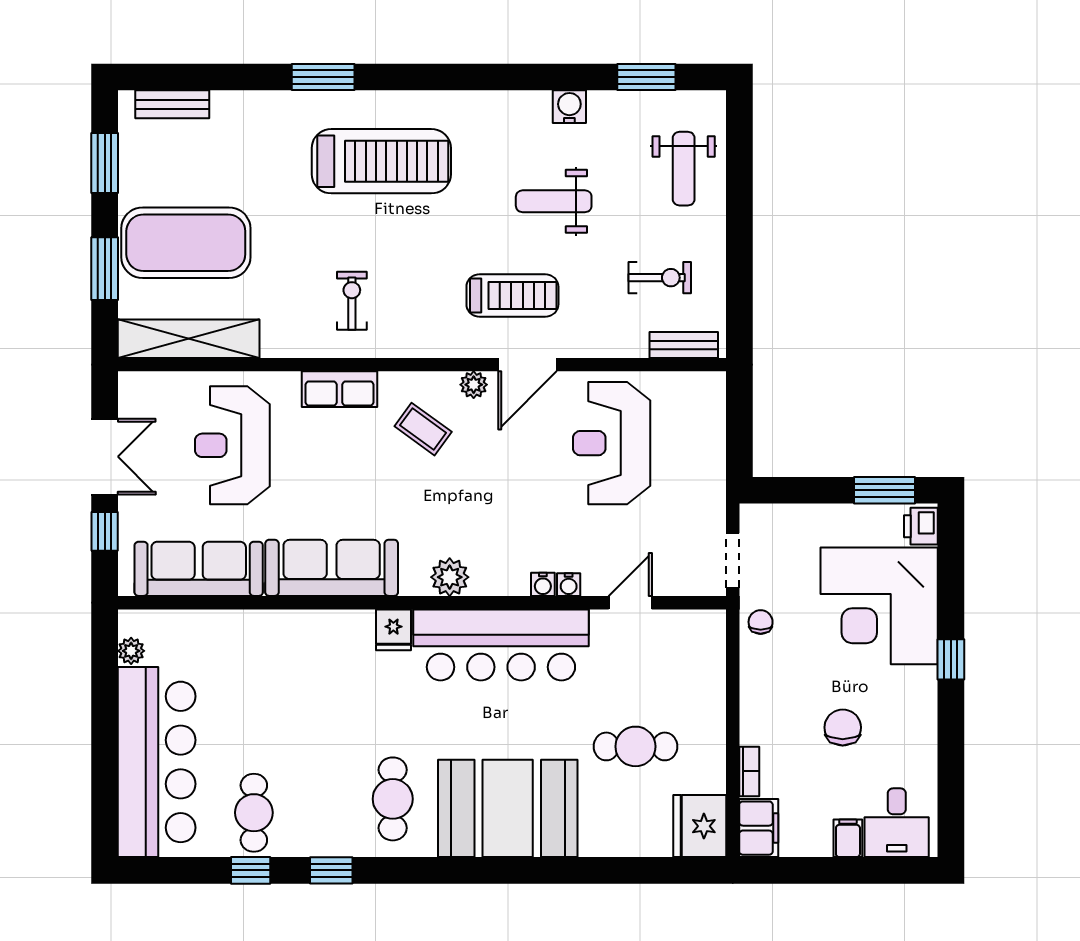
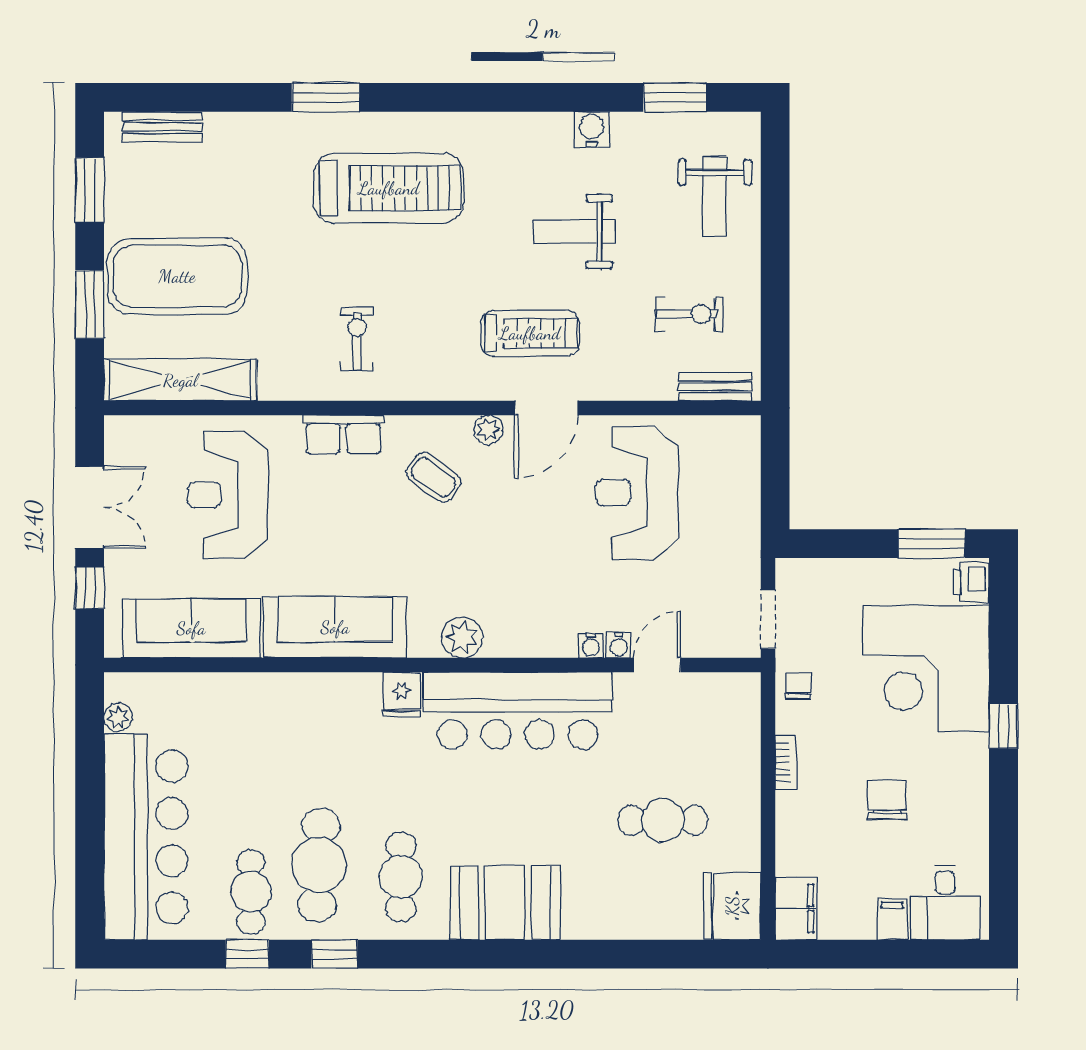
water cooler: (543, 584) -> (619, 645), moved
bookcase: (749, 771) -> (786, 762), moved
cafe table: (317, 788) -> (319, 865), added
booth: (508, 808) -> (505, 903), width x0.73, depth x0.70

